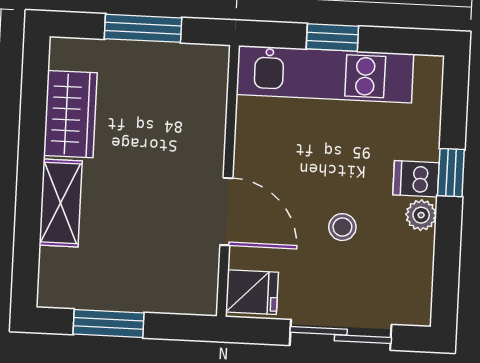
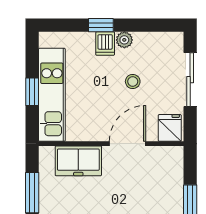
freezer: (199, 118) -> (78, 161), added

